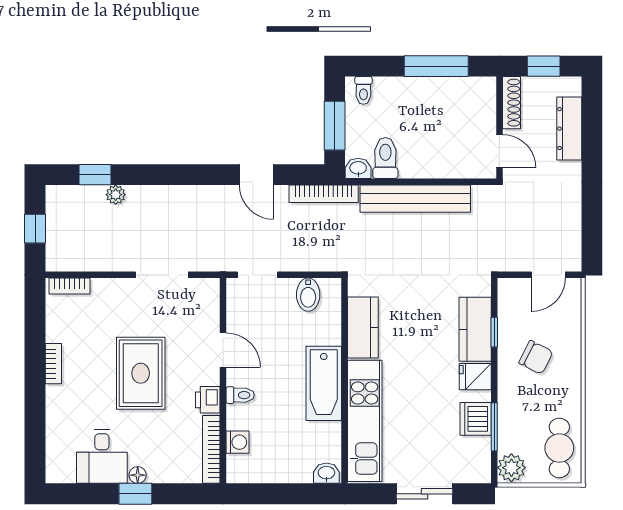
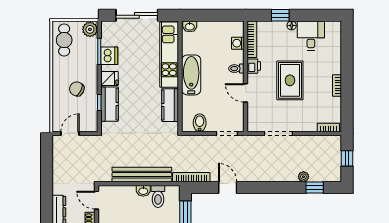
washbasin: (358, 168) -> (143, 191), moved
window: (135, 494) -> (280, 15), moved
sliding door: (425, 494) -> (137, 15), width x1.37

